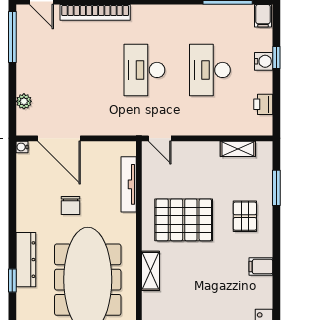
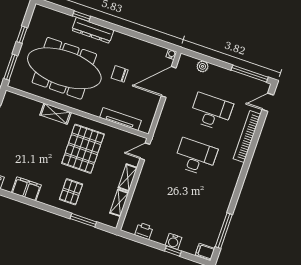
desk: (210, 70) -> (211, 112), moved
shelving: (201, 149) -> (128, 178), added
pallet: (245, 216) -> (71, 192), turned 90
filing cabinet: (261, 267) -> (26, 189), width x2.00

